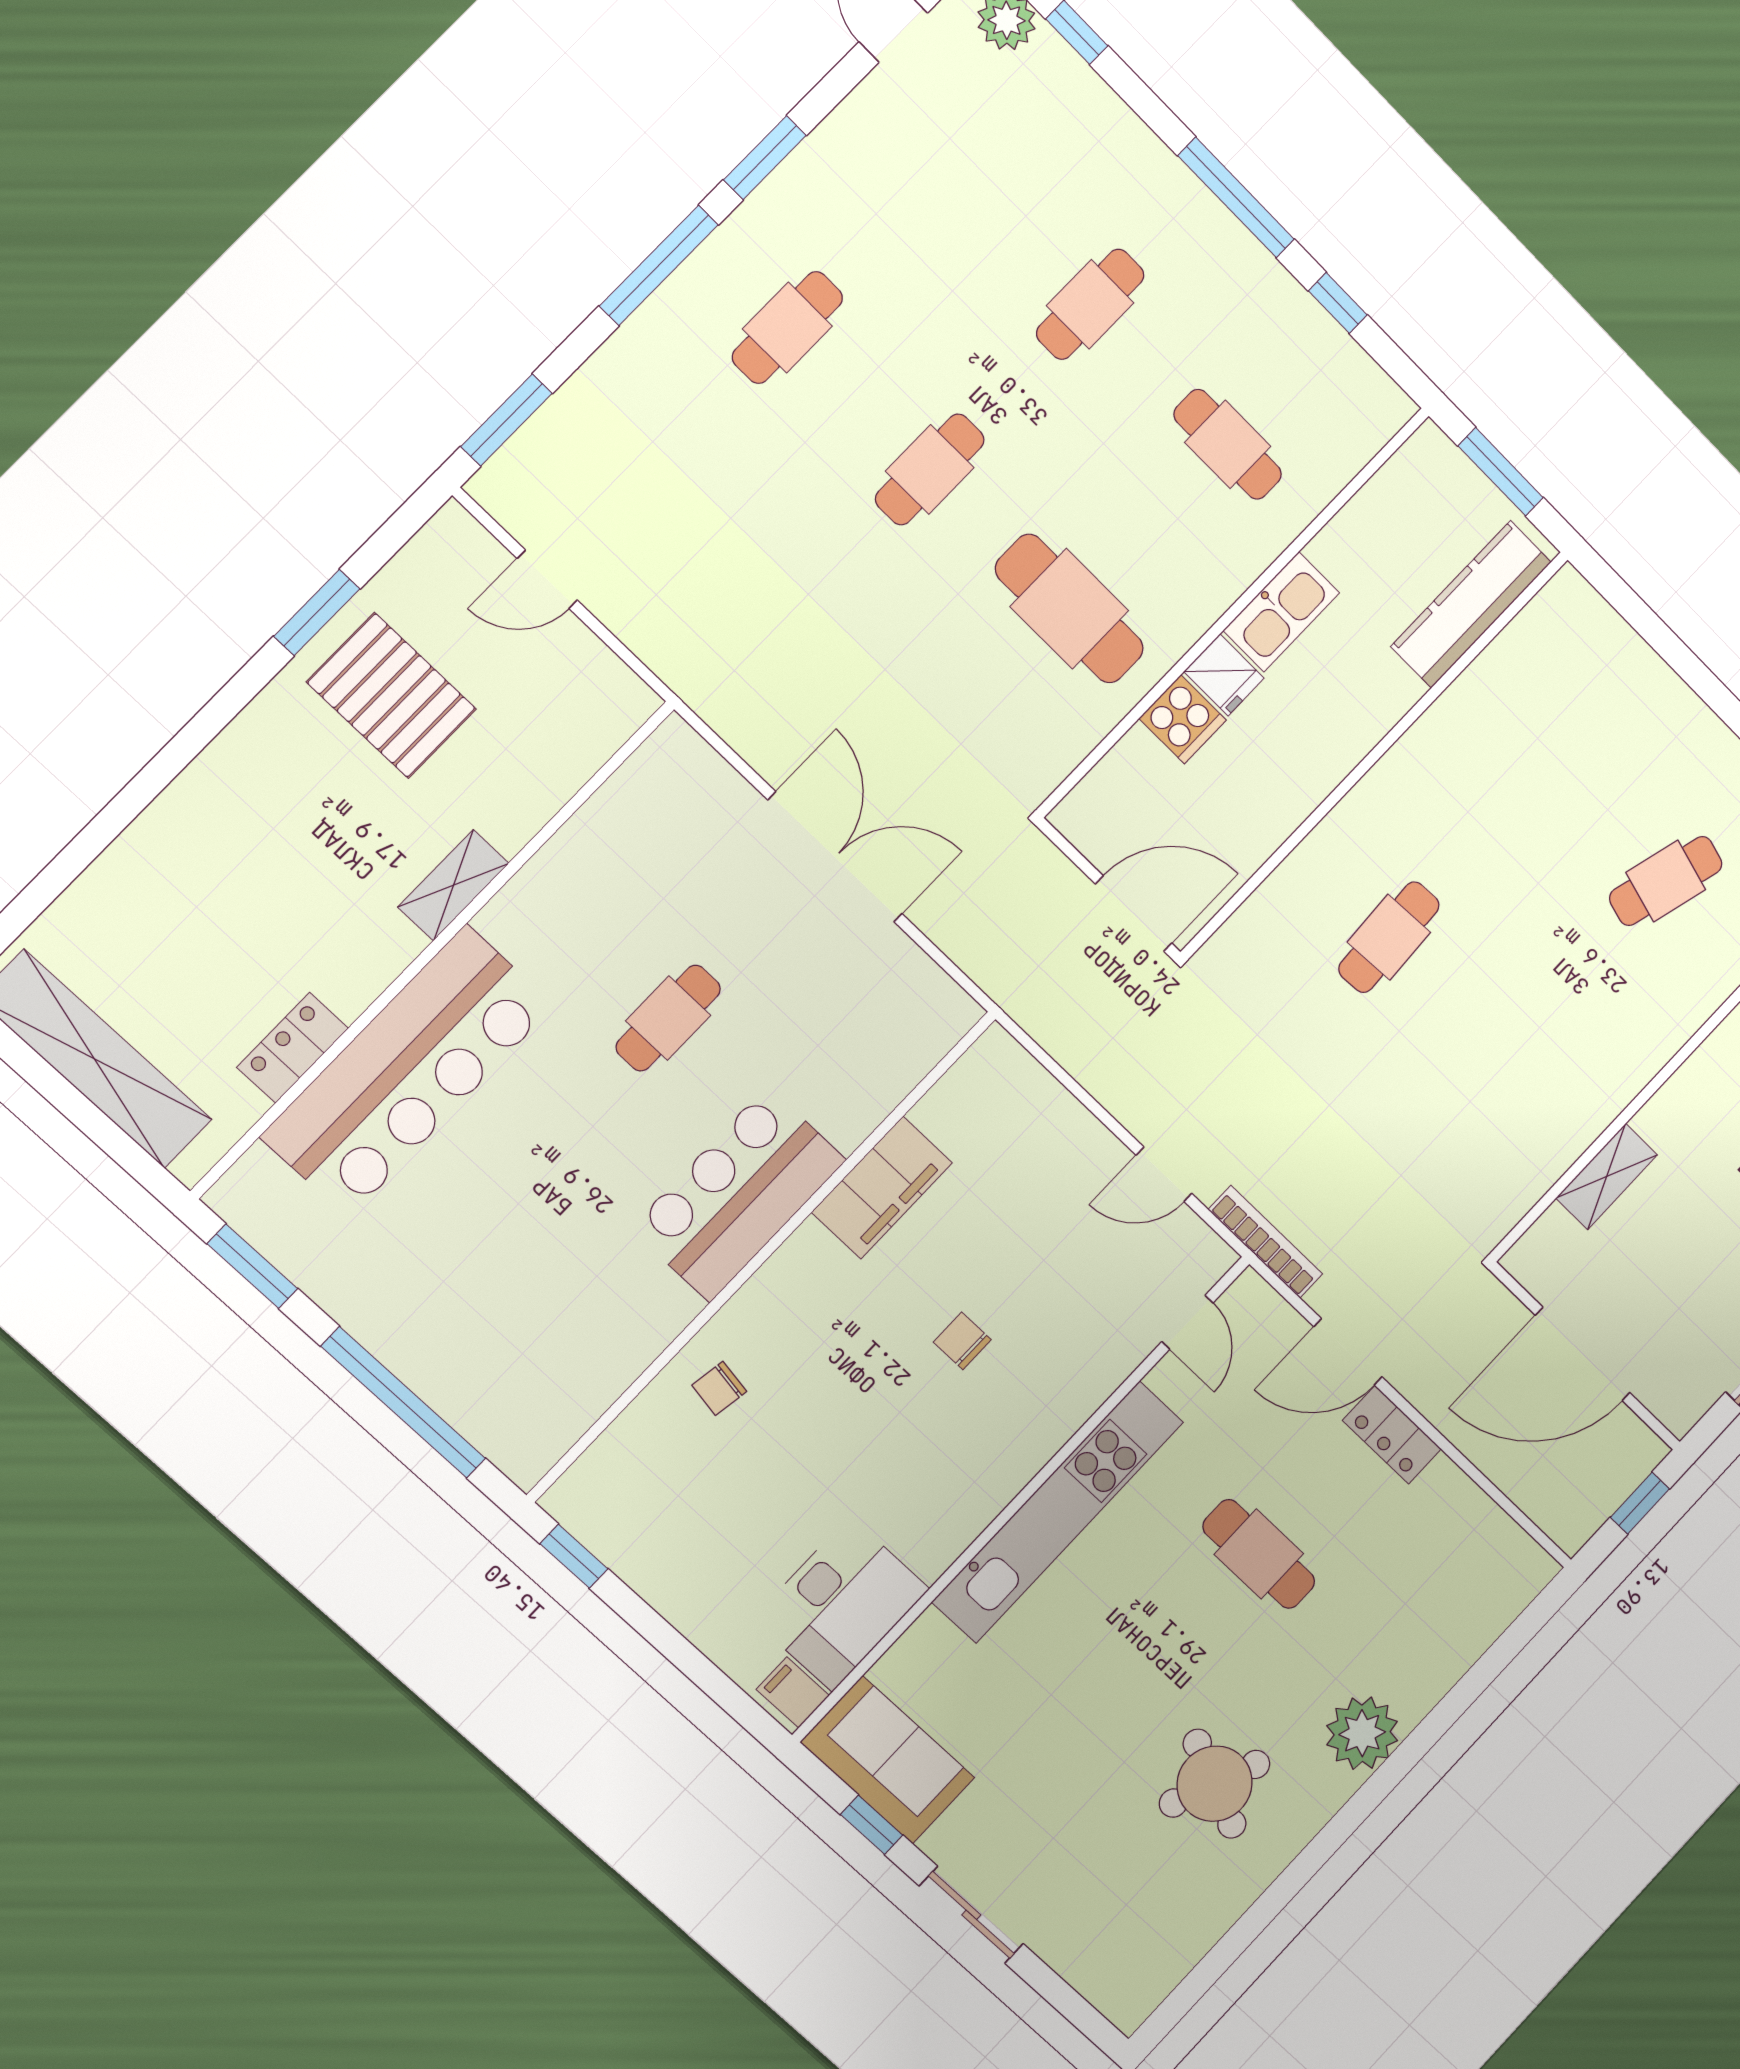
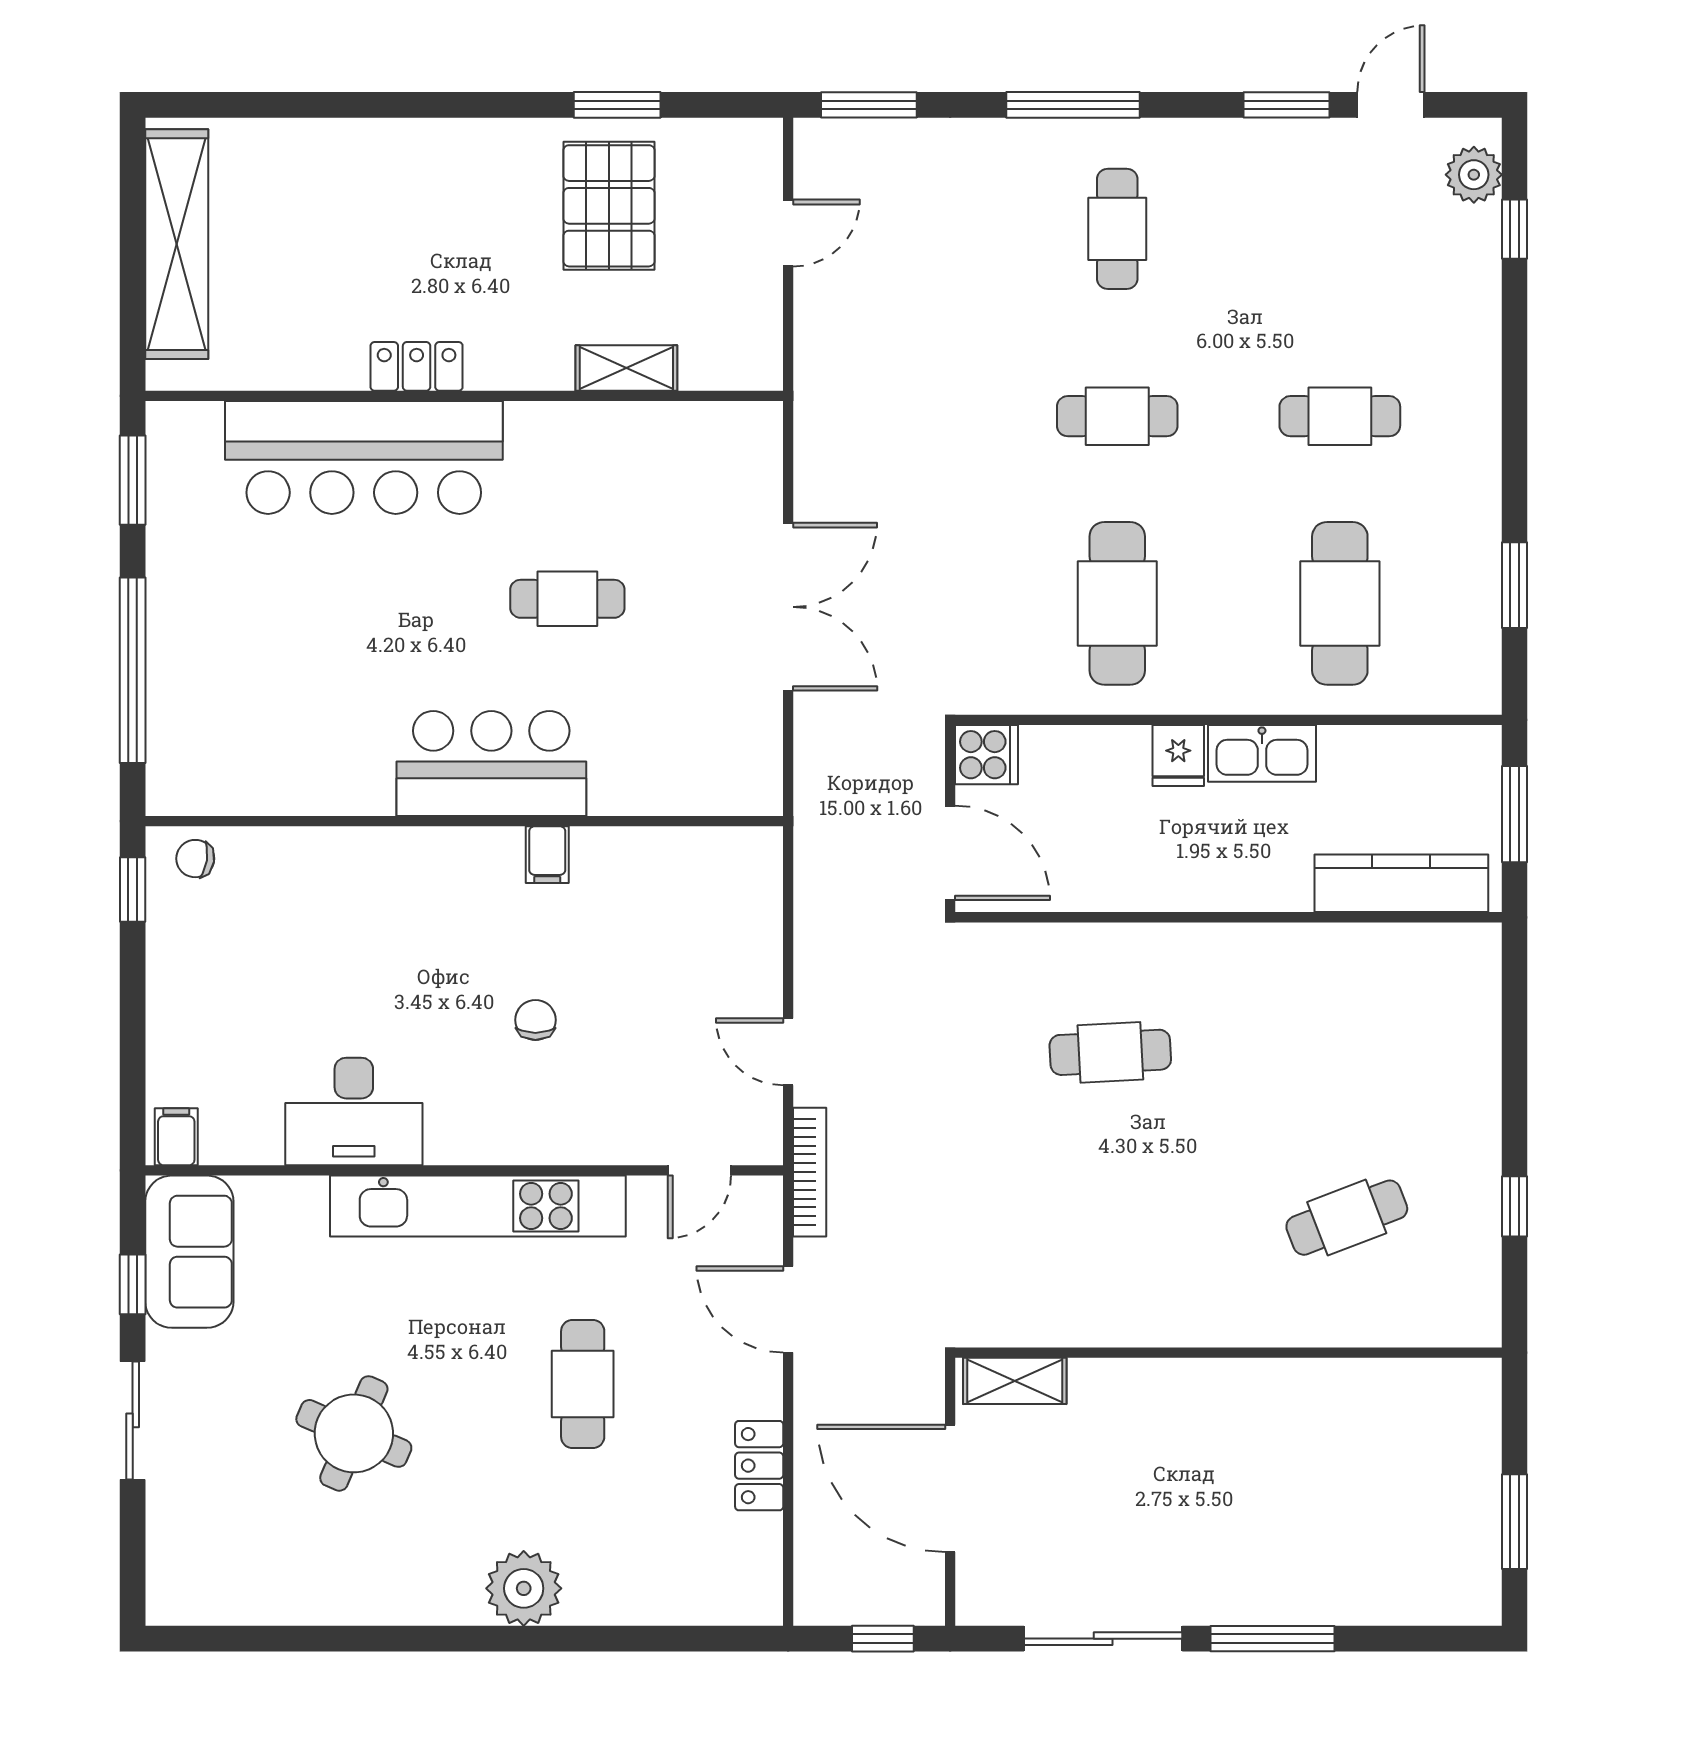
window: (765, 158) -> (1287, 105), moved
window: (1236, 198) -> (1515, 445), removed
window: (1338, 303) -> (1515, 585), width x1.50
cafe table: (787, 328) -> (1117, 229), turned 90
cafe table: (1228, 444) -> (1340, 603), width x1.37, depth x1.35
door: (547, 579) -> (788, 233), swing flipped
cooker: (1183, 719) -> (987, 755), moved, turned -90
cafe table: (1666, 881) -> (1347, 1218), turned -36
shelving: (453, 885) -> (626, 368), moved
locker: (293, 1048) -> (417, 366), moved
shelving: (1607, 1176) -> (1015, 1381), moved
filing cabinet: (882, 1187) -> (547, 855), width x0.33, depth x0.86
chair: (719, 1388) -> (195, 859), moved
locker: (1392, 1435) -> (759, 1466), moved
desk: (841, 1604) -> (354, 1111), moved
round table: (1215, 1784) -> (354, 1433), moved

